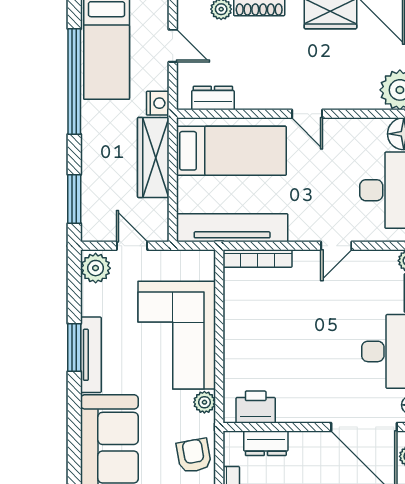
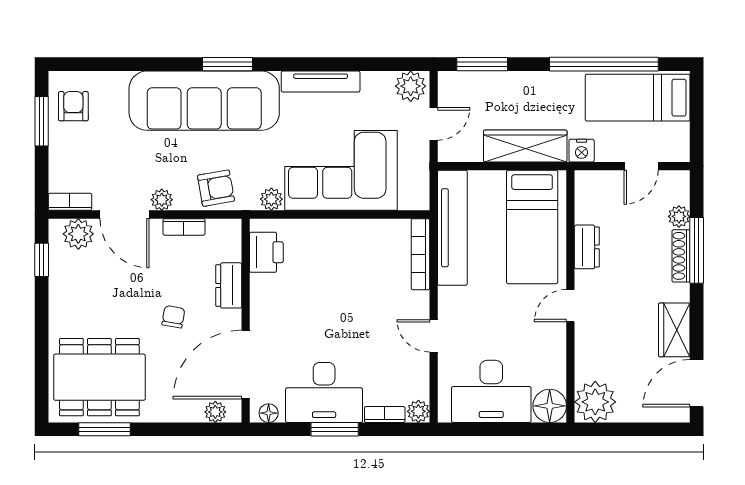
dresser: (213, 98) -> (587, 247), moved
window: (74, 347) -> (227, 64), moved
dresser: (266, 443) -> (229, 285), moved

